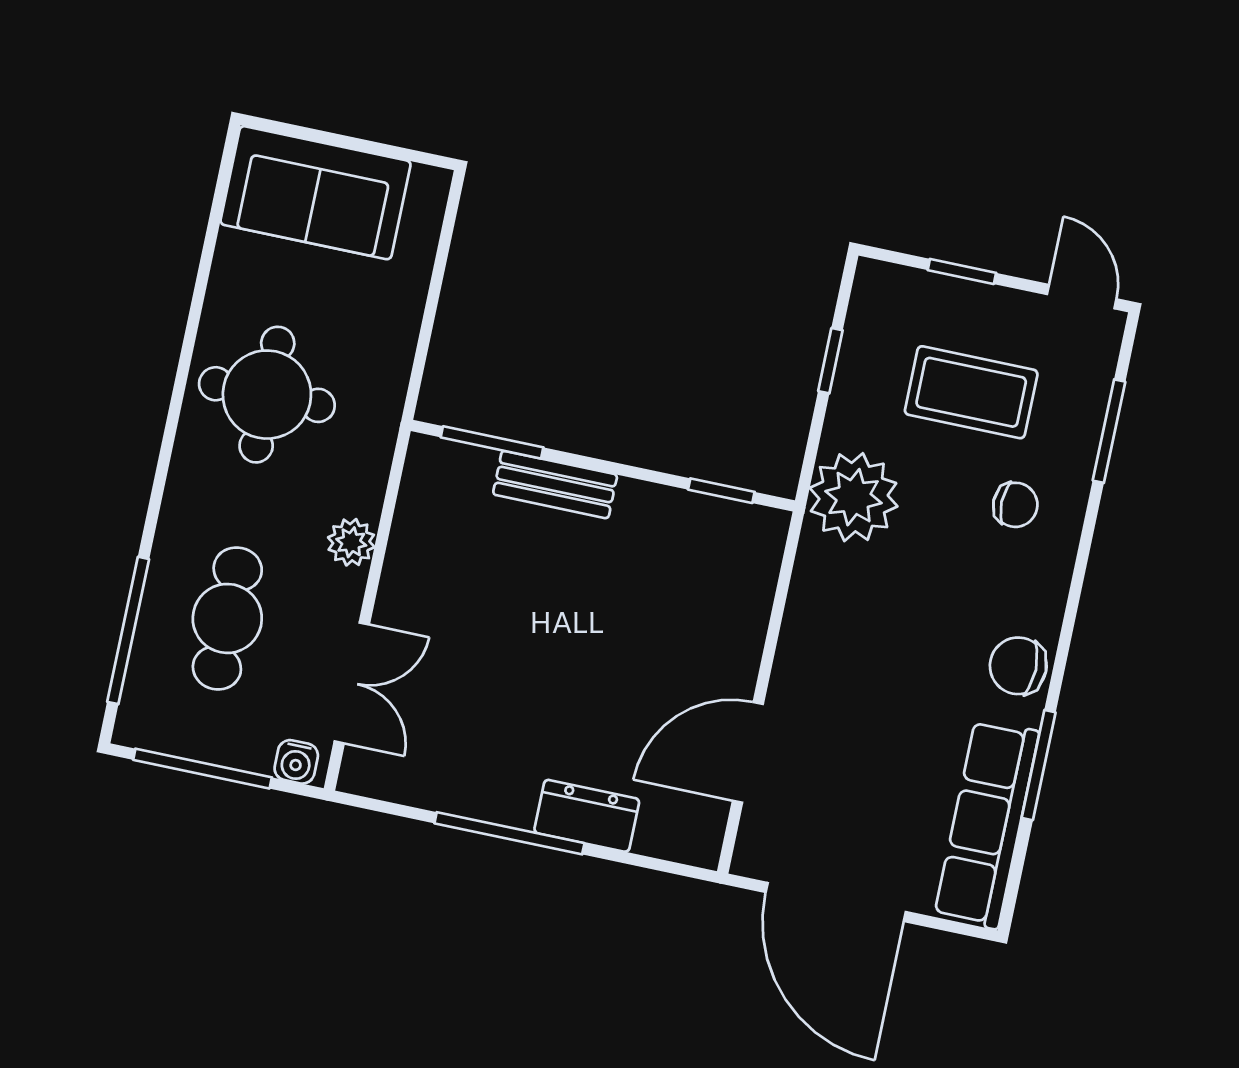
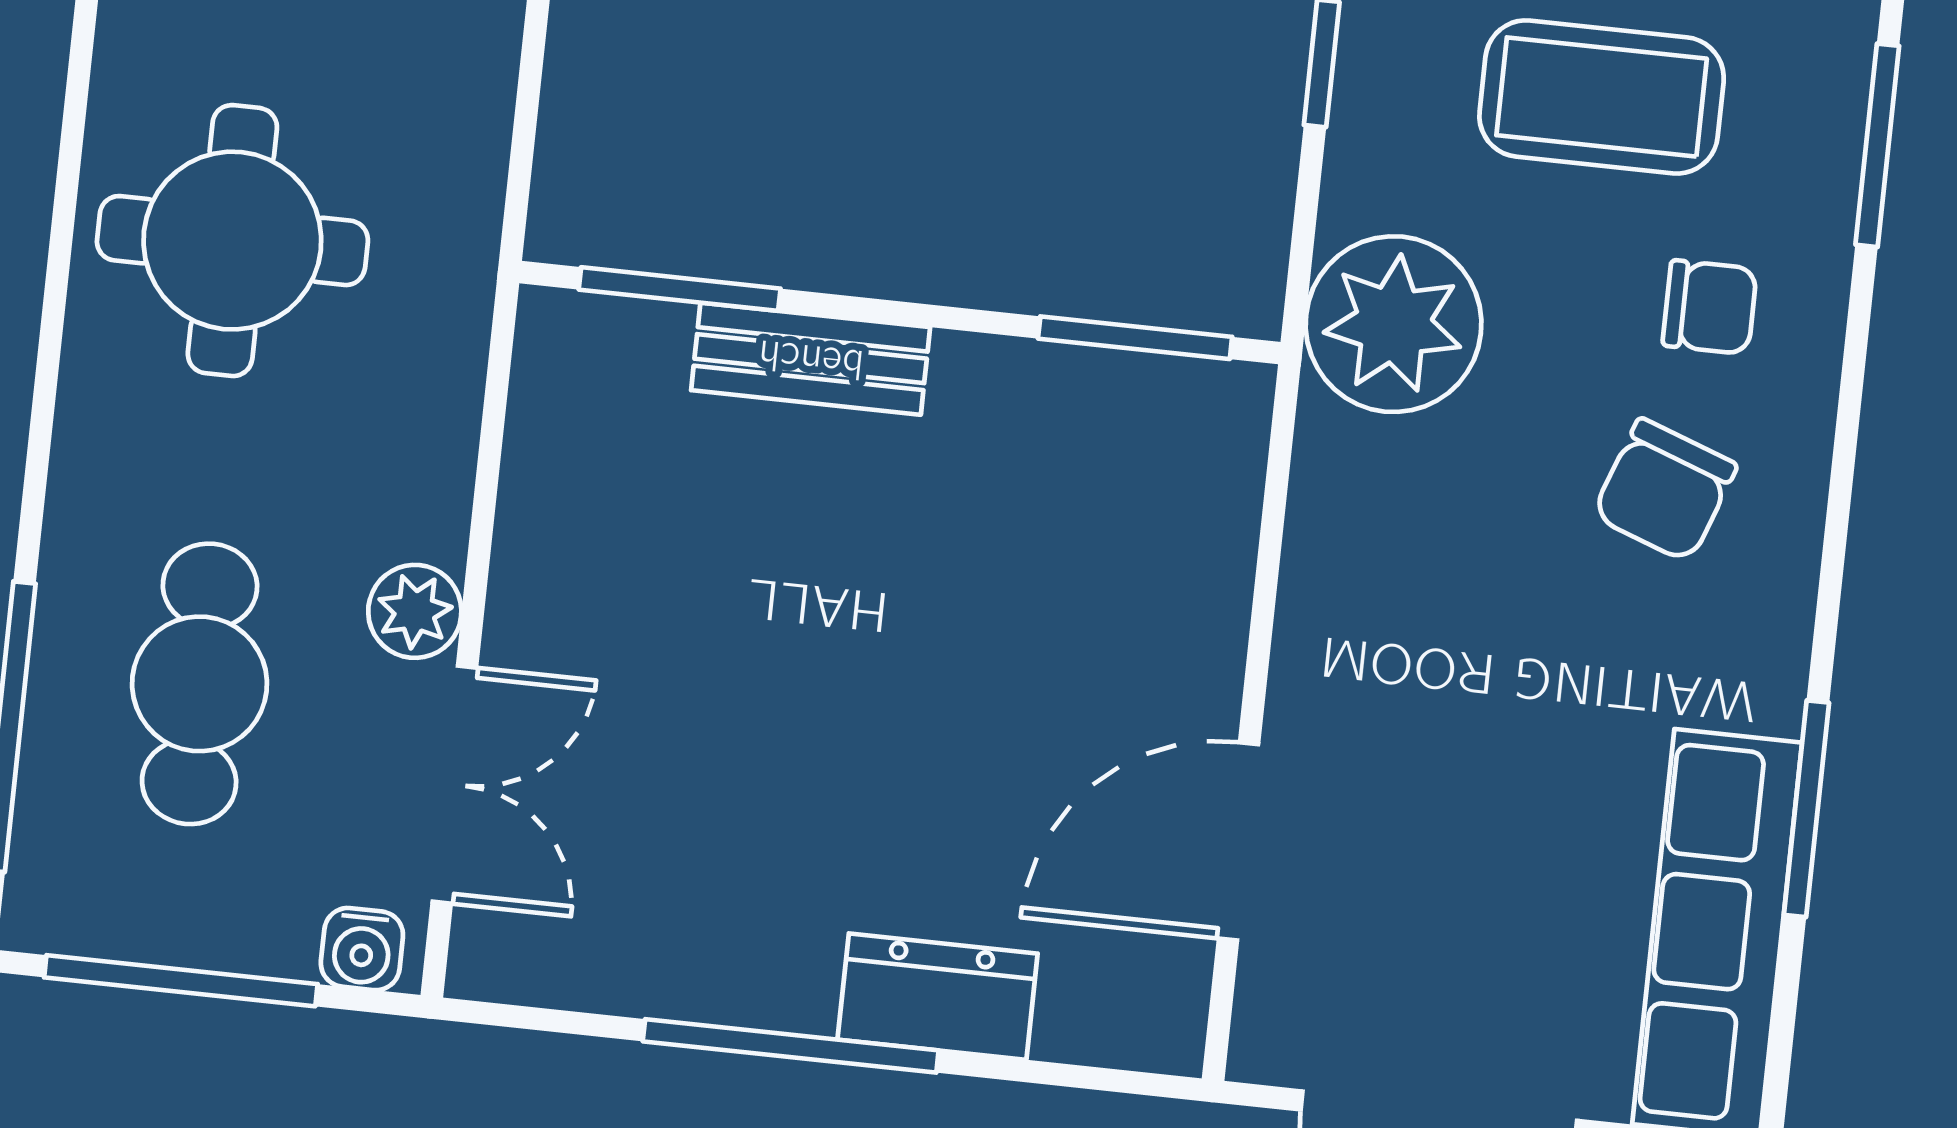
window: (721, 491) -> (1135, 338), width x1.50
plant: (351, 542) -> (415, 611), moved
chair: (1018, 666) -> (1665, 490), moved, turned -70

